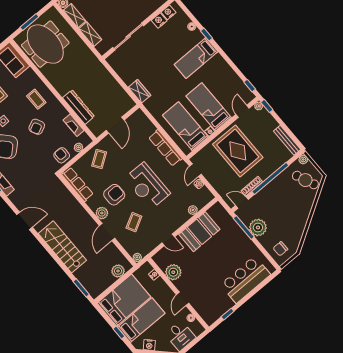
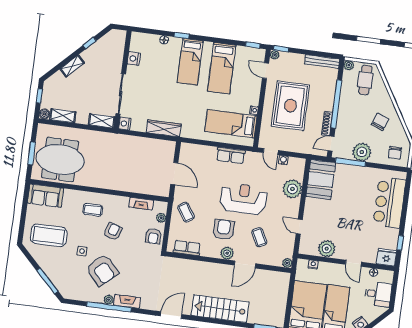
nightstand: (168, 12) -> (125, 124), moved
shelving: (90, 34) -> (102, 121), moved
wardrobe: (140, 91) -> (164, 128), width x1.50
dresser: (78, 107) -> (132, 186), removed
bed: (209, 107) -> (222, 68), moved, turned -90
armchair: (37, 127) -> (113, 232), turned -136
row of seats: (165, 148) -> (231, 155), width x0.68
rug: (238, 151) -> (290, 106), turned 90
armchair: (62, 155) -> (153, 236), turned -90
cafe table: (305, 180) -> (365, 80), turned -67
row of seats: (77, 184) -> (187, 248), width x0.68
reception desk: (147, 186) -> (244, 199), turned 180
plant: (193, 210) -> (292, 189), width x1.87, depth x1.87
chair: (289, 218) -> (380, 122), added
door: (107, 232) -> (245, 264), hinge flipped
booth: (199, 232) -> (321, 180), moved
door: (168, 240) -> (299, 227), swing flipped
plant: (118, 271) -> (282, 288), removed
fridge: (209, 315) -> (387, 257), added

